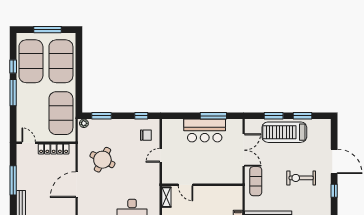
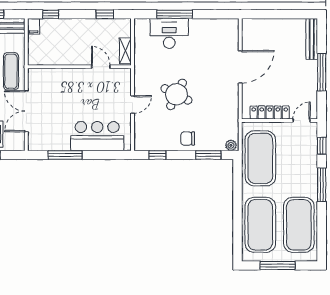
window: (13, 67) -> (322, 146), moved
bar counter: (205, 131) -> (97, 136), moved
chair: (146, 135) -> (188, 139), moved
door: (29, 143) -> (302, 121), swing flipped
round table: (102, 160) -> (176, 94), moved

